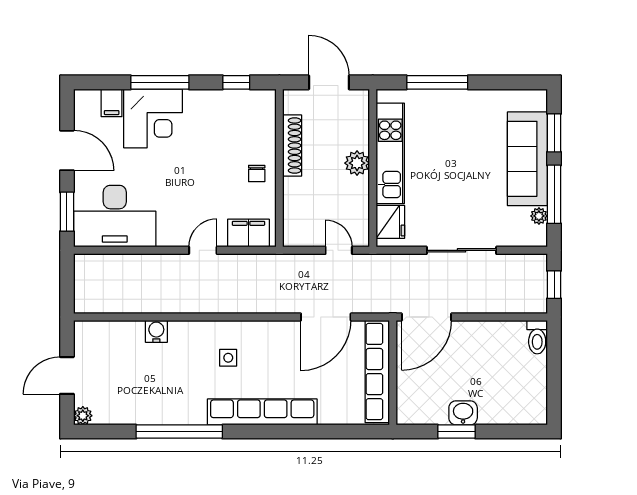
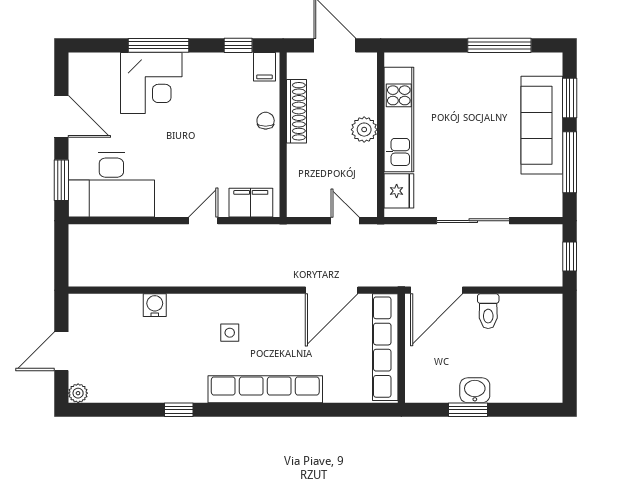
window: (437, 82) -> (499, 45), moved
filing cabinet: (112, 103) -> (265, 67), moved
chair: (257, 174) -> (266, 121), moved, turned 180
plant: (539, 216) -> (554, 185), removed
toilet: (537, 337) -> (488, 311), moved
window: (179, 432) -> (179, 410), width x0.32

